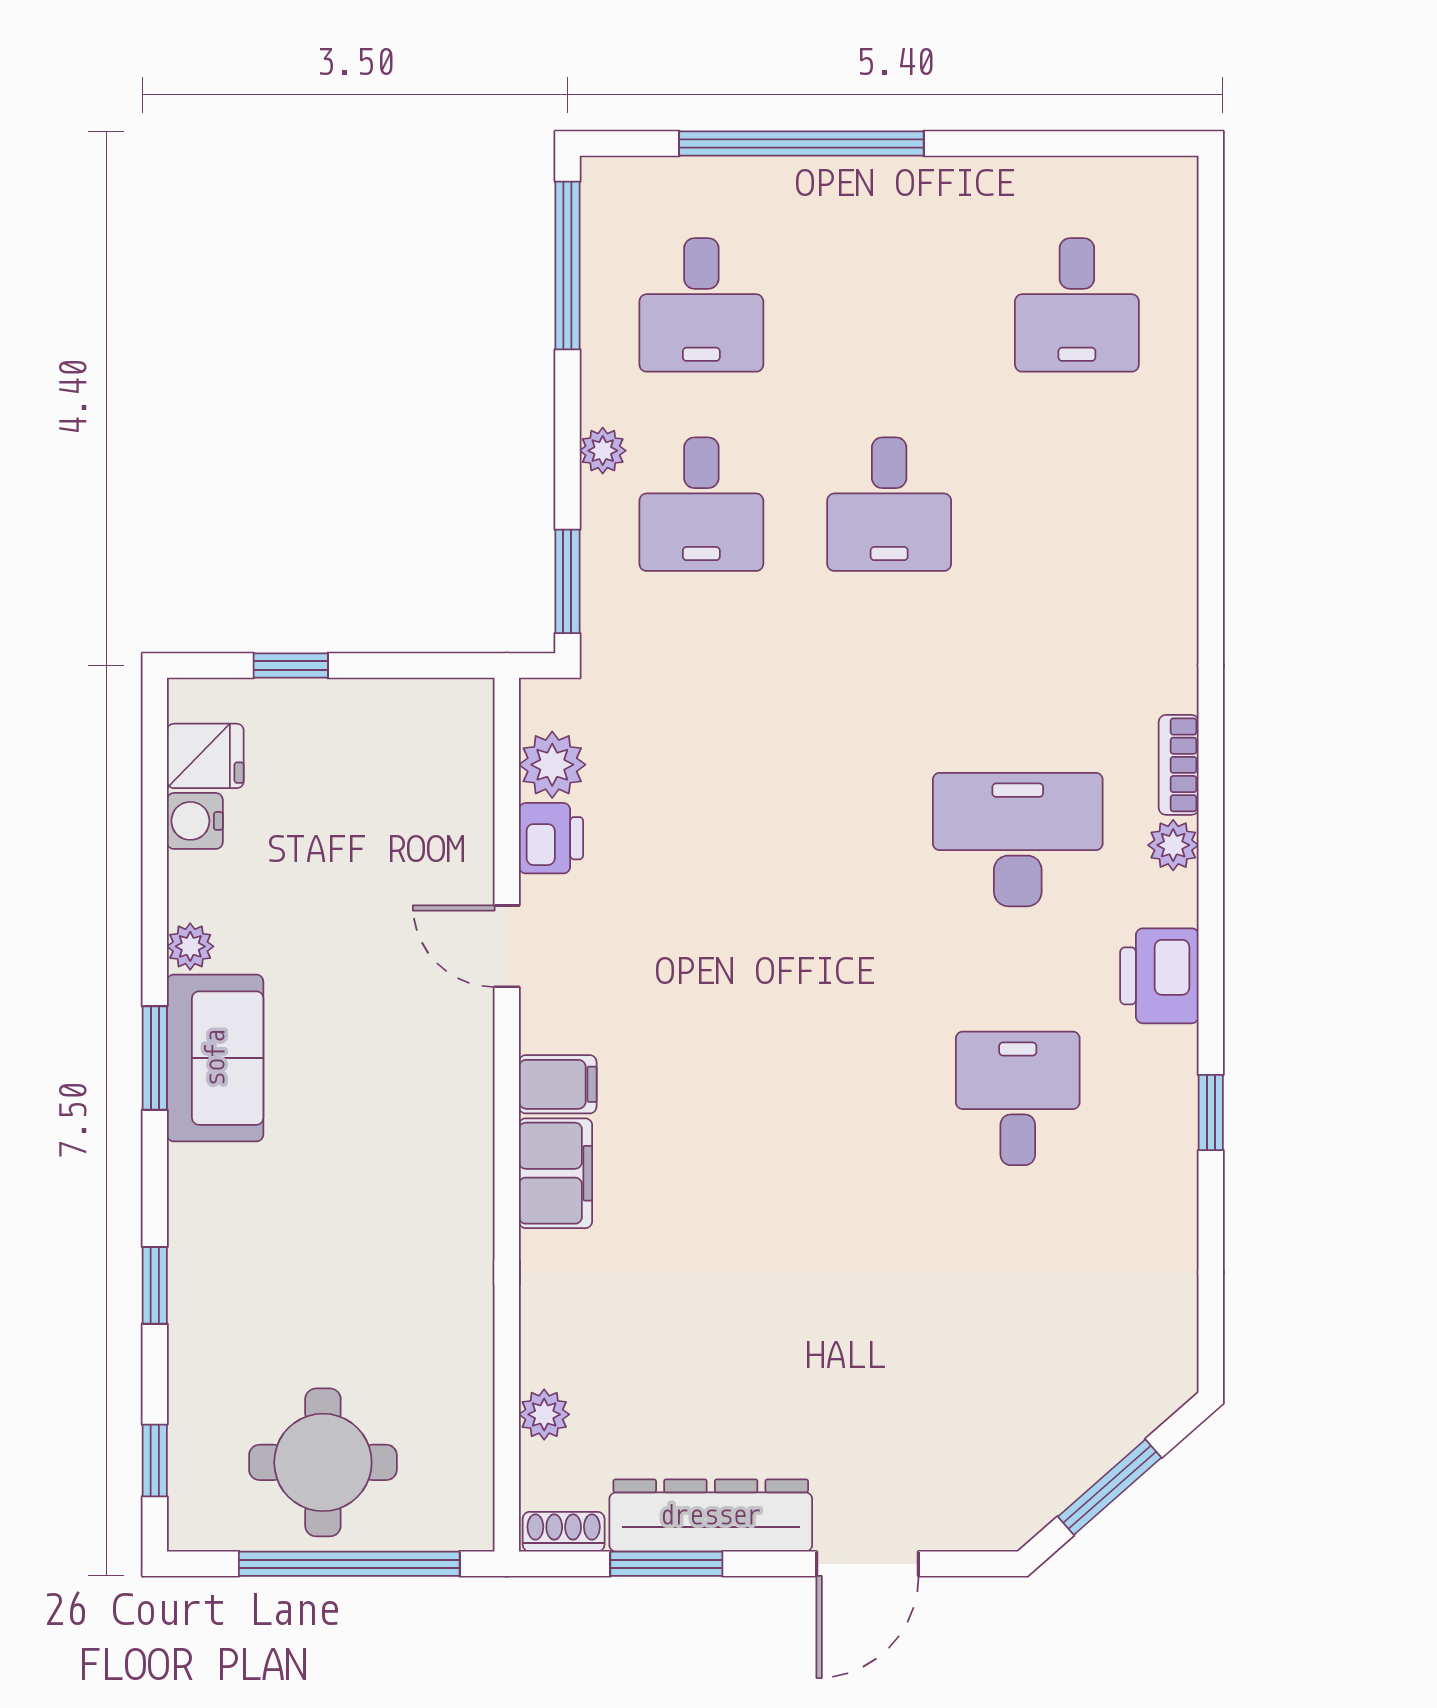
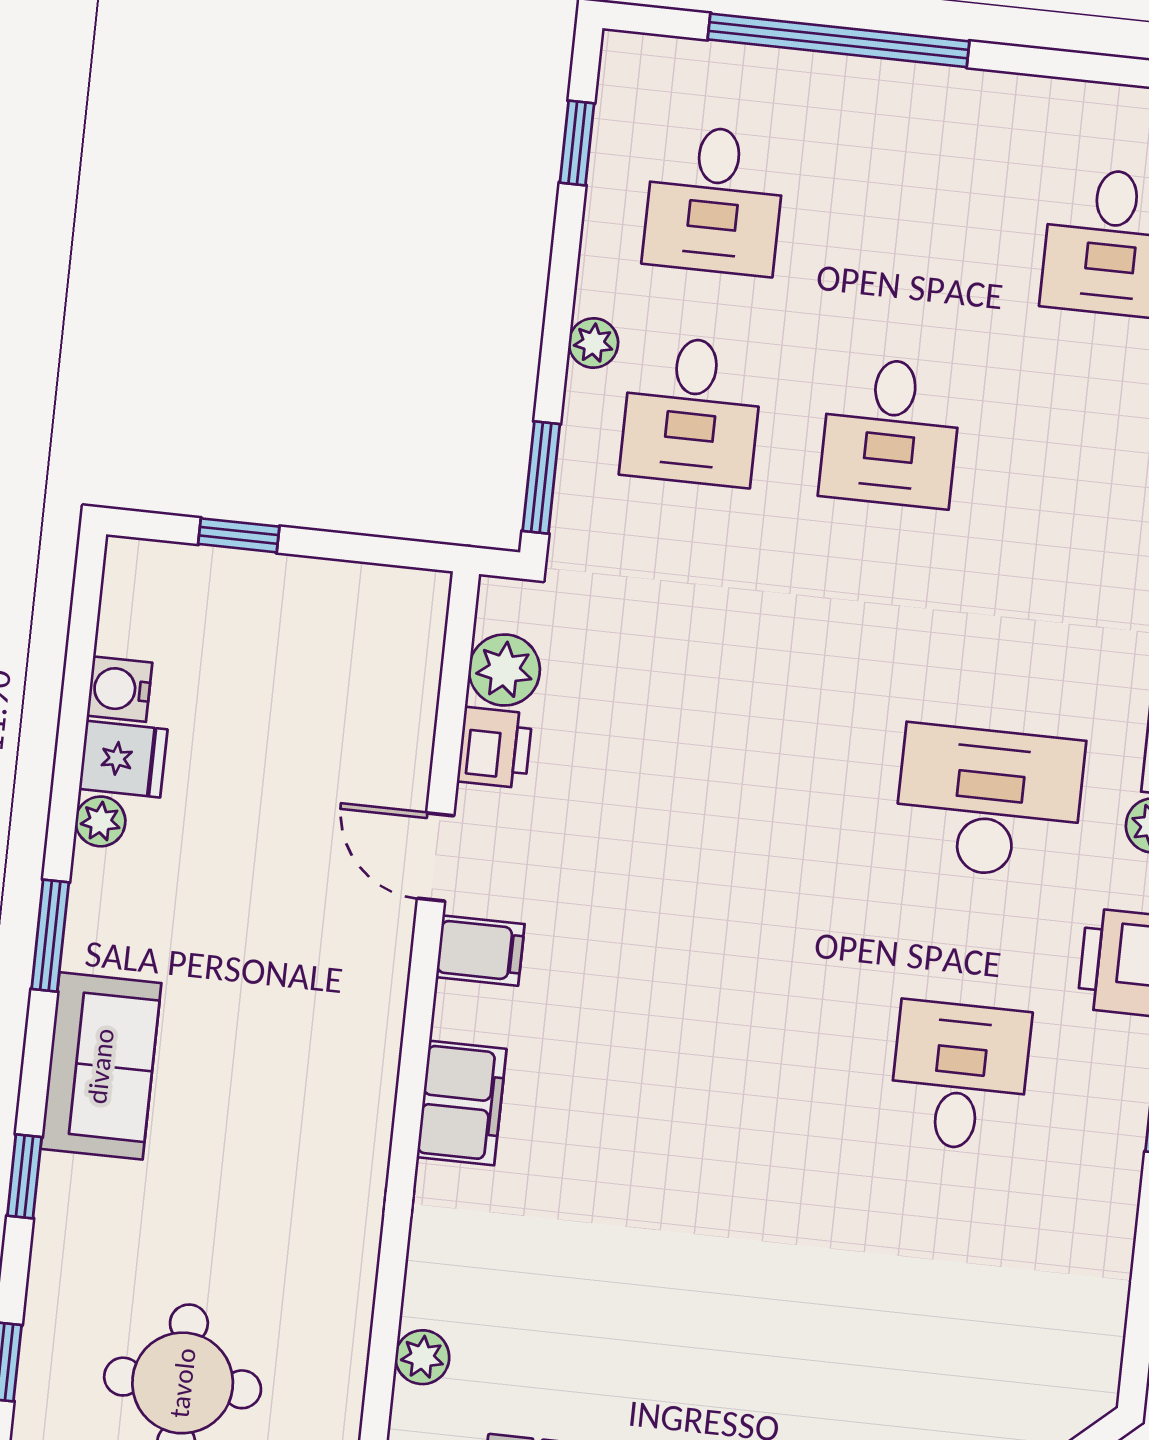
window: (567, 265) -> (577, 143), width x0.46
fridge: (205, 756) -> (123, 759), moved
sofa: (215, 1058) -> (101, 1066), moved
filing cabinet: (558, 1084) -> (480, 951), moved

